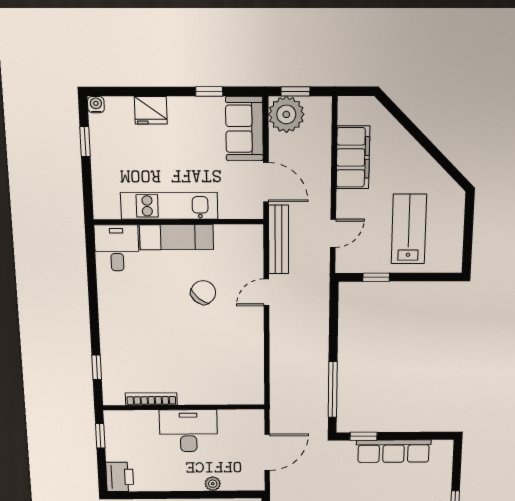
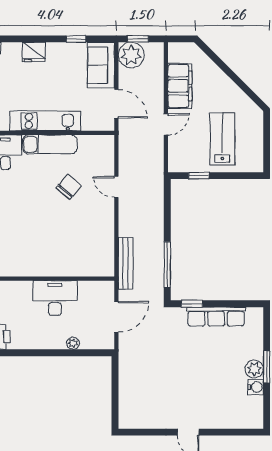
door: (333, 233) -> (166, 124), moved
bench: (279, 240) -> (126, 263), moved
door: (266, 292) -> (116, 187), hinge flipped
bookcase: (151, 399) -> (27, 271), removed

